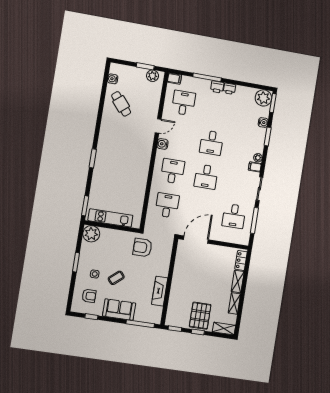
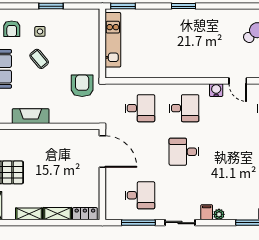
desk: (211, 143) -> (228, 152), removed
desk: (234, 216) -> (140, 195), turned 180
plant: (91, 234) -> (89, 19), removed

